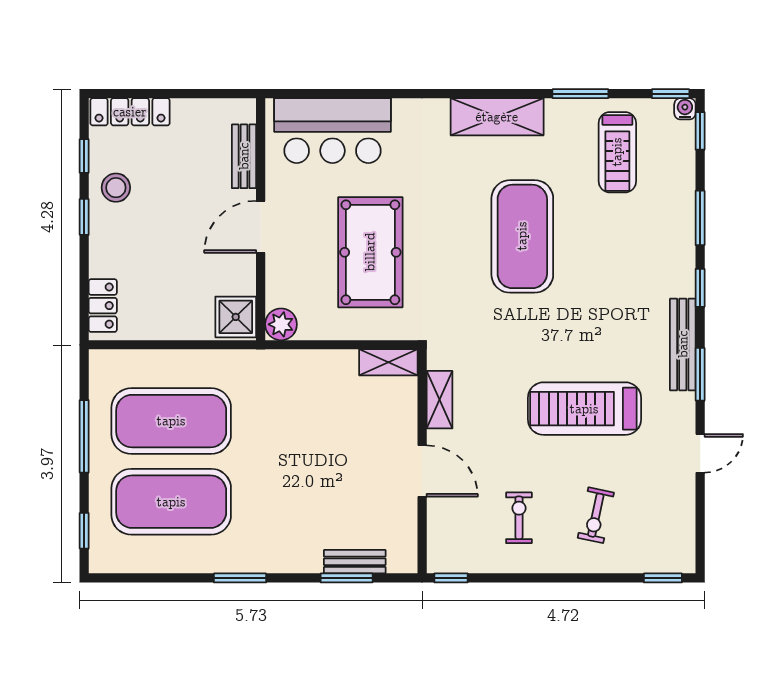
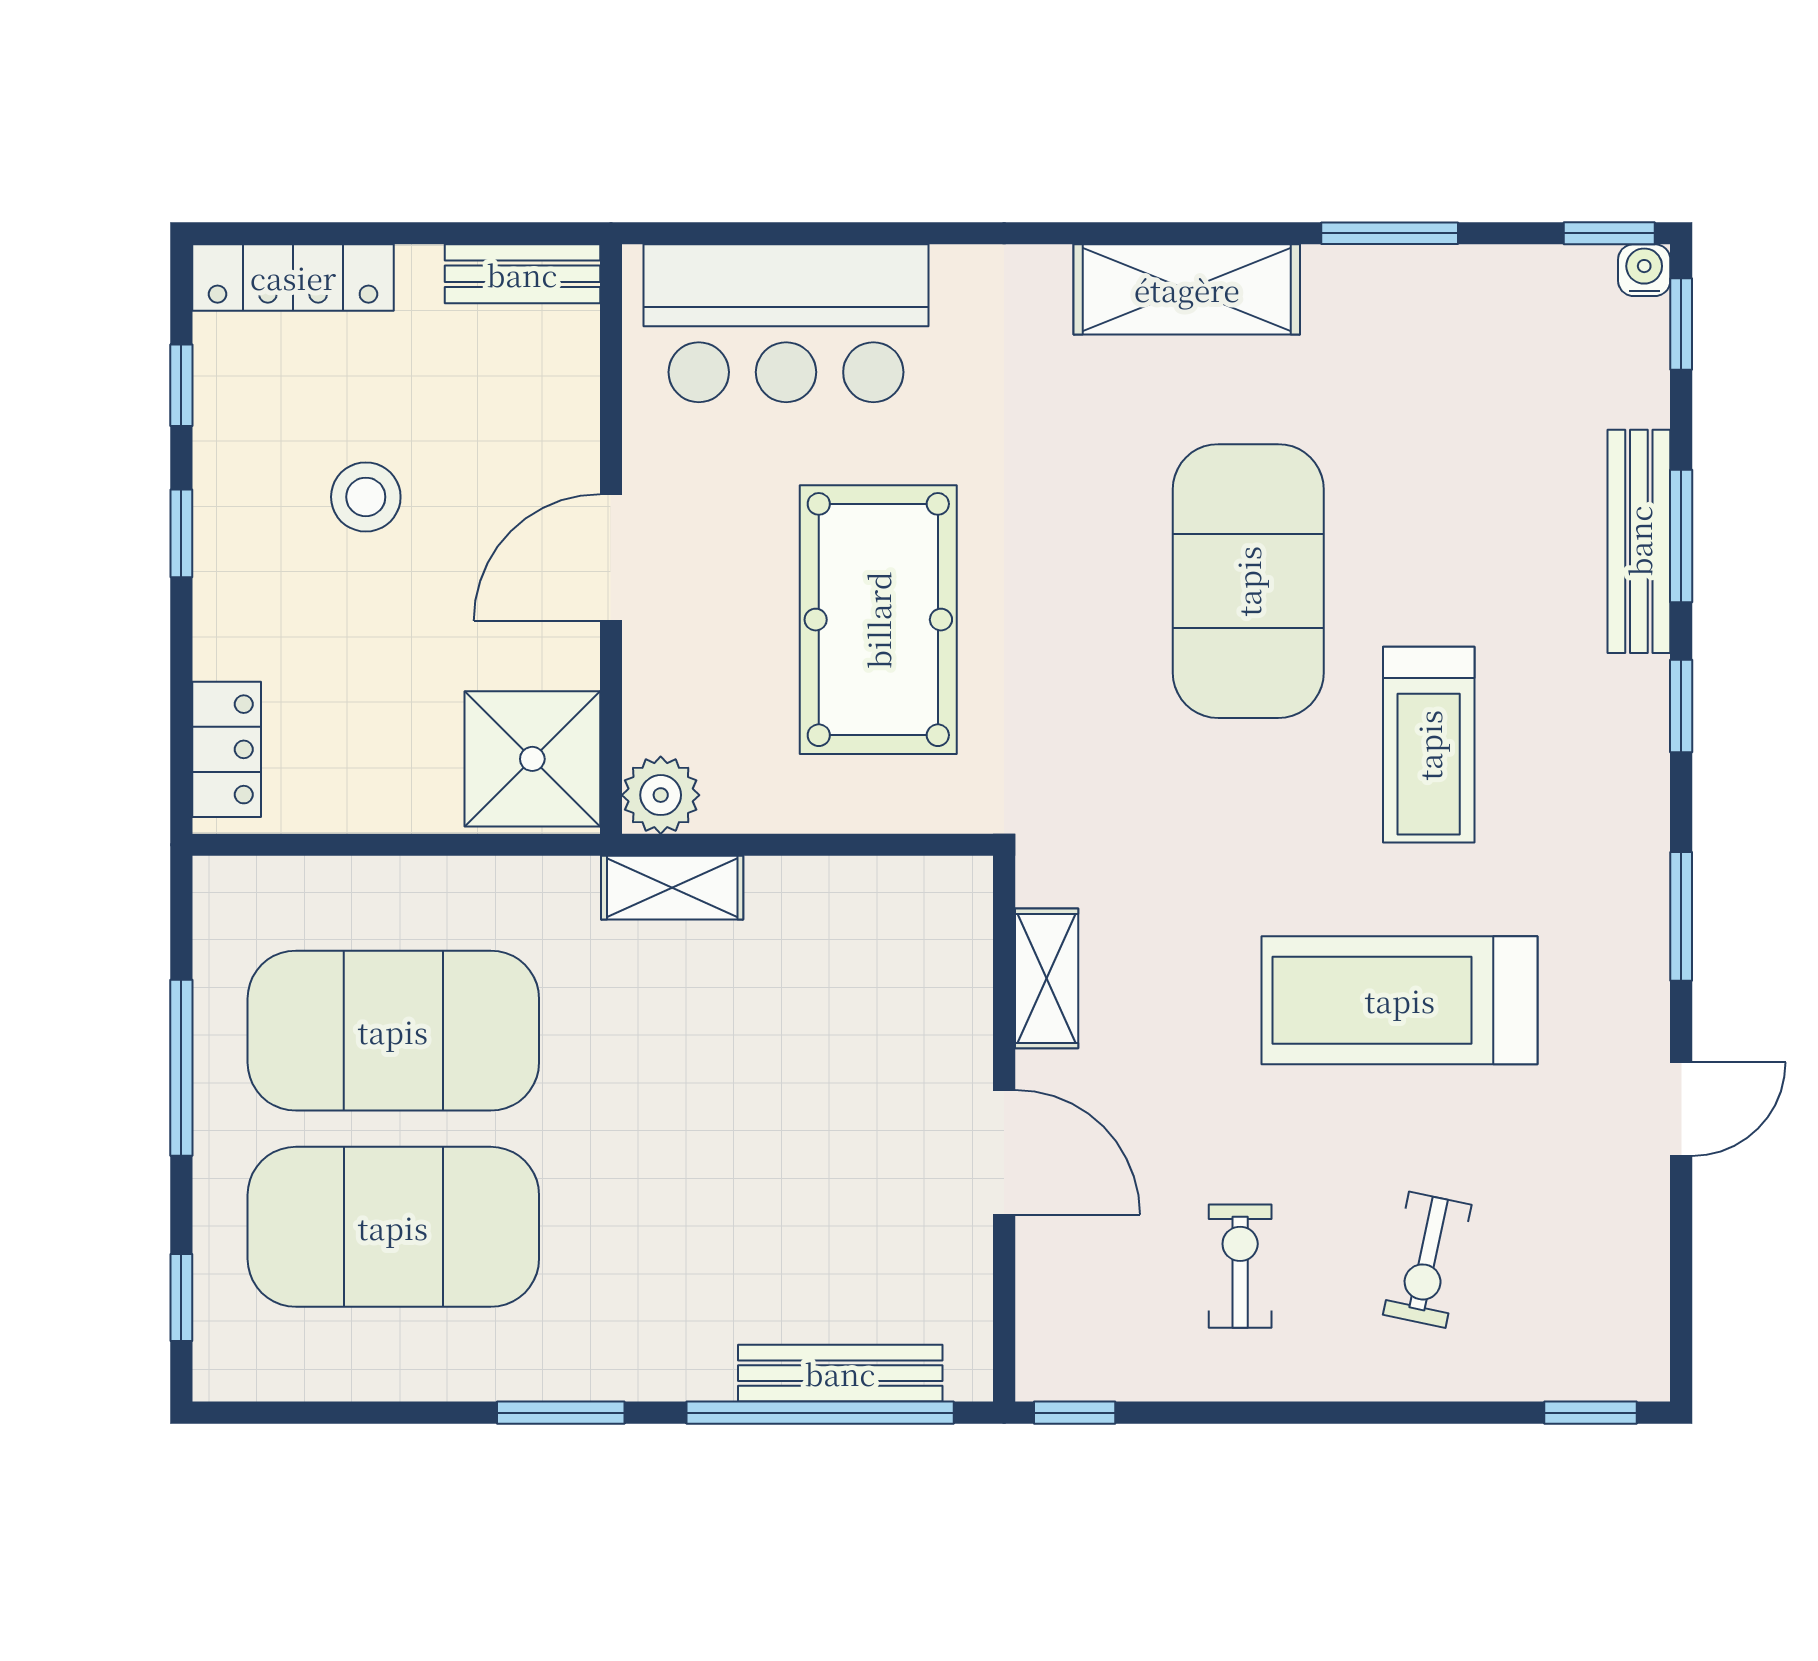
treadmill: (617, 152) -> (1429, 745), moved
bench: (244, 156) -> (522, 274), moved, turned 90
stool: (116, 188) -> (366, 497), moved
shower: (236, 317) -> (532, 759), width x1.36, depth x1.36
bench: (683, 344) -> (1639, 541), moved
shelving: (388, 362) -> (672, 888), moved
bench: (355, 562) -> (840, 1373), width x1.36
window: (347, 578) -> (820, 1413), width x2.11

